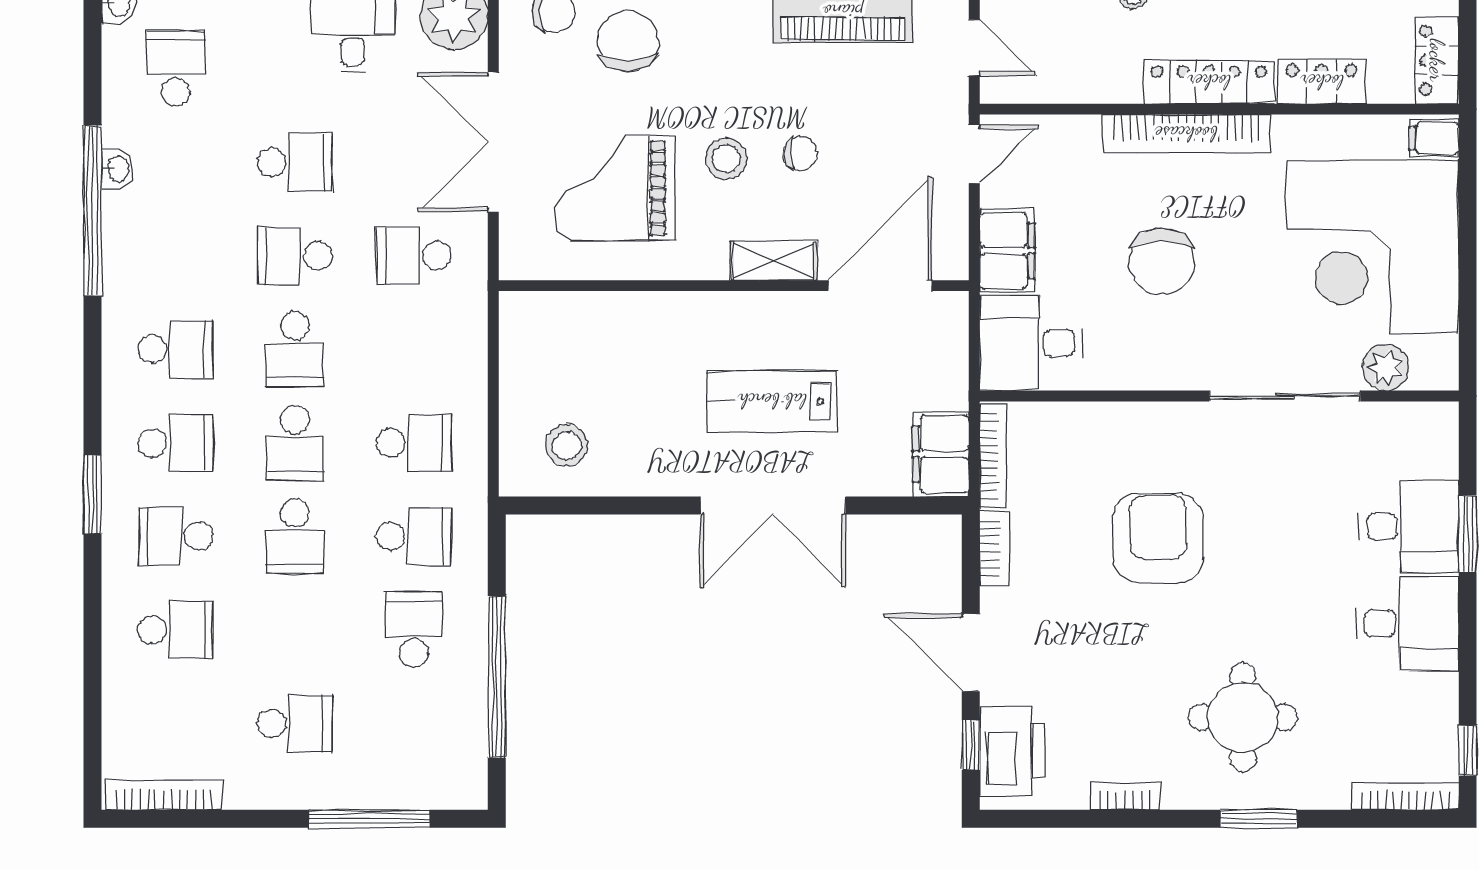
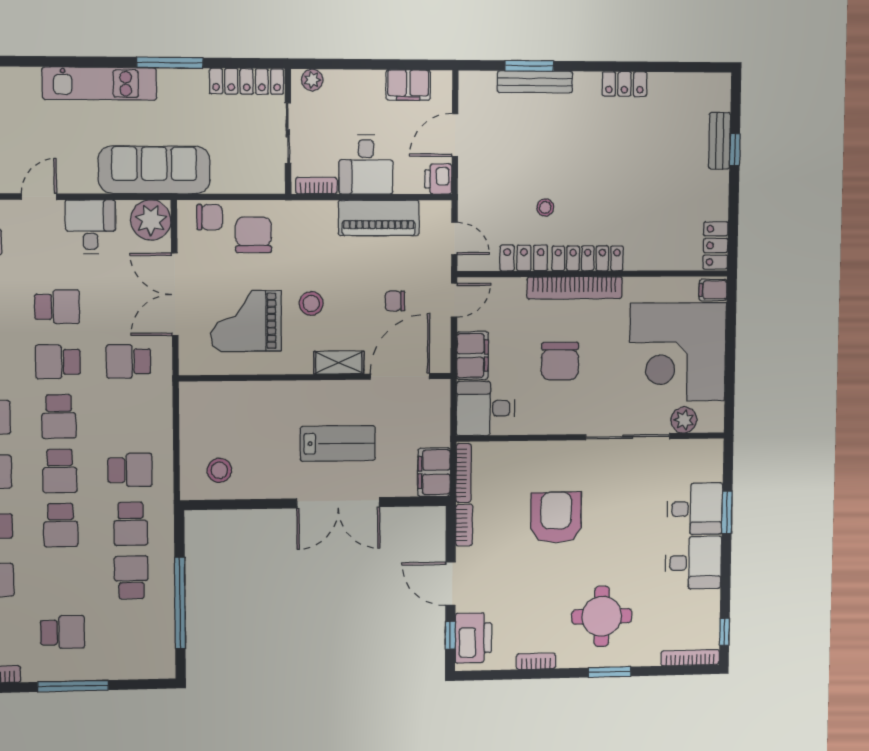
locker: (1322, 82) -> (524, 258), moved
chair: (800, 153) -> (395, 301), moved, turned 180
lab bench: (772, 401) -> (338, 443), turned 180
school desk: (414, 536) -> (131, 524), turned 90
window: (369, 819) -> (73, 686), moved

